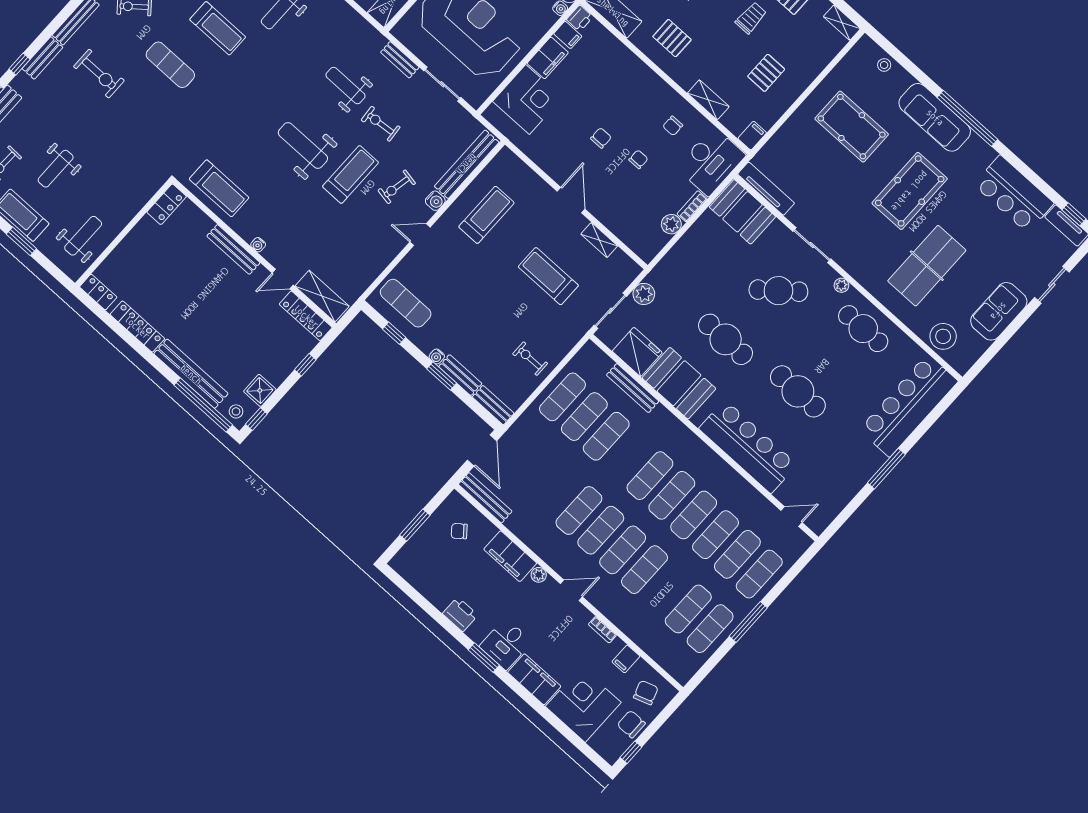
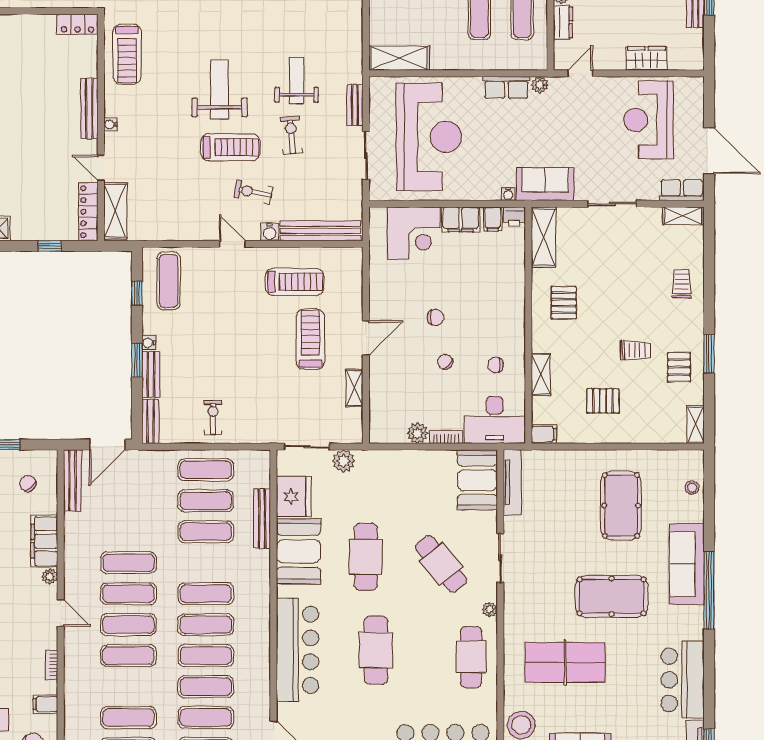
chair: (638, 159) -> (445, 362), turned -137
treadmill: (548, 276) -> (310, 339), moved

